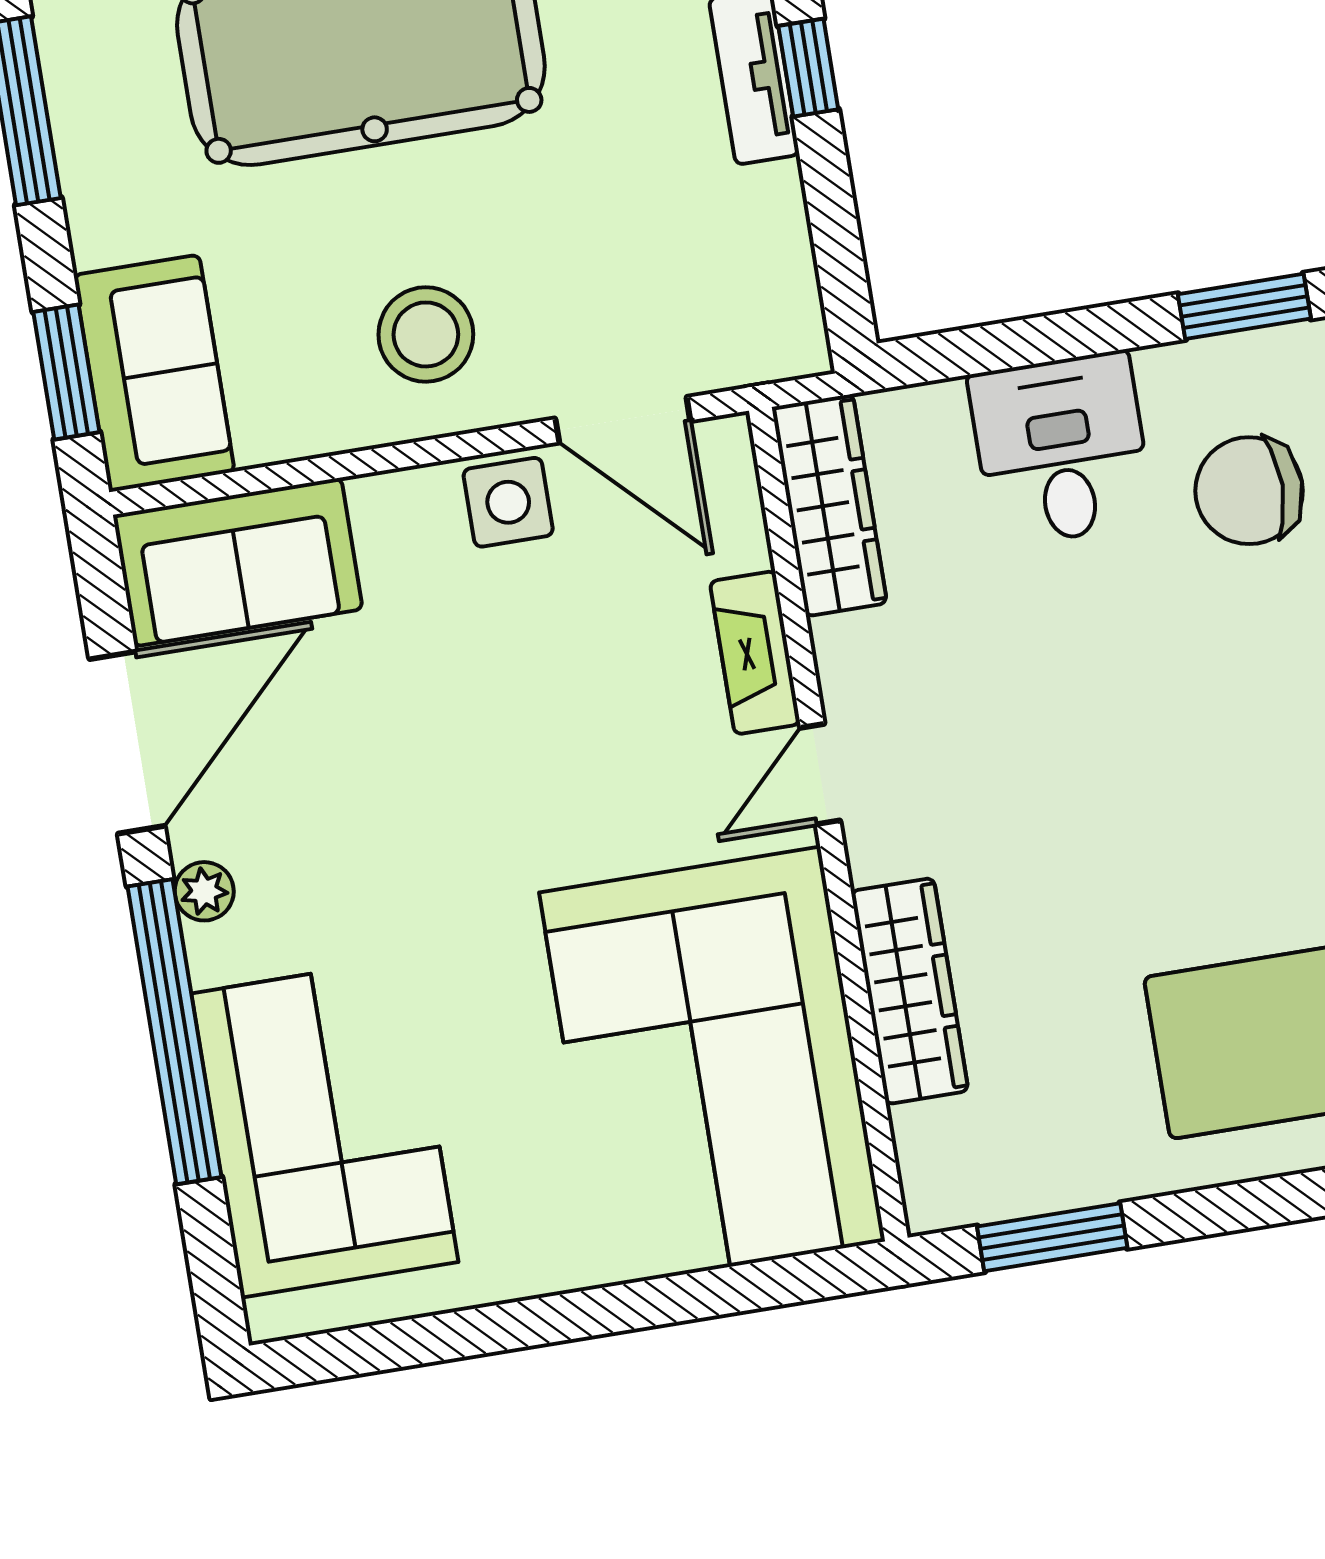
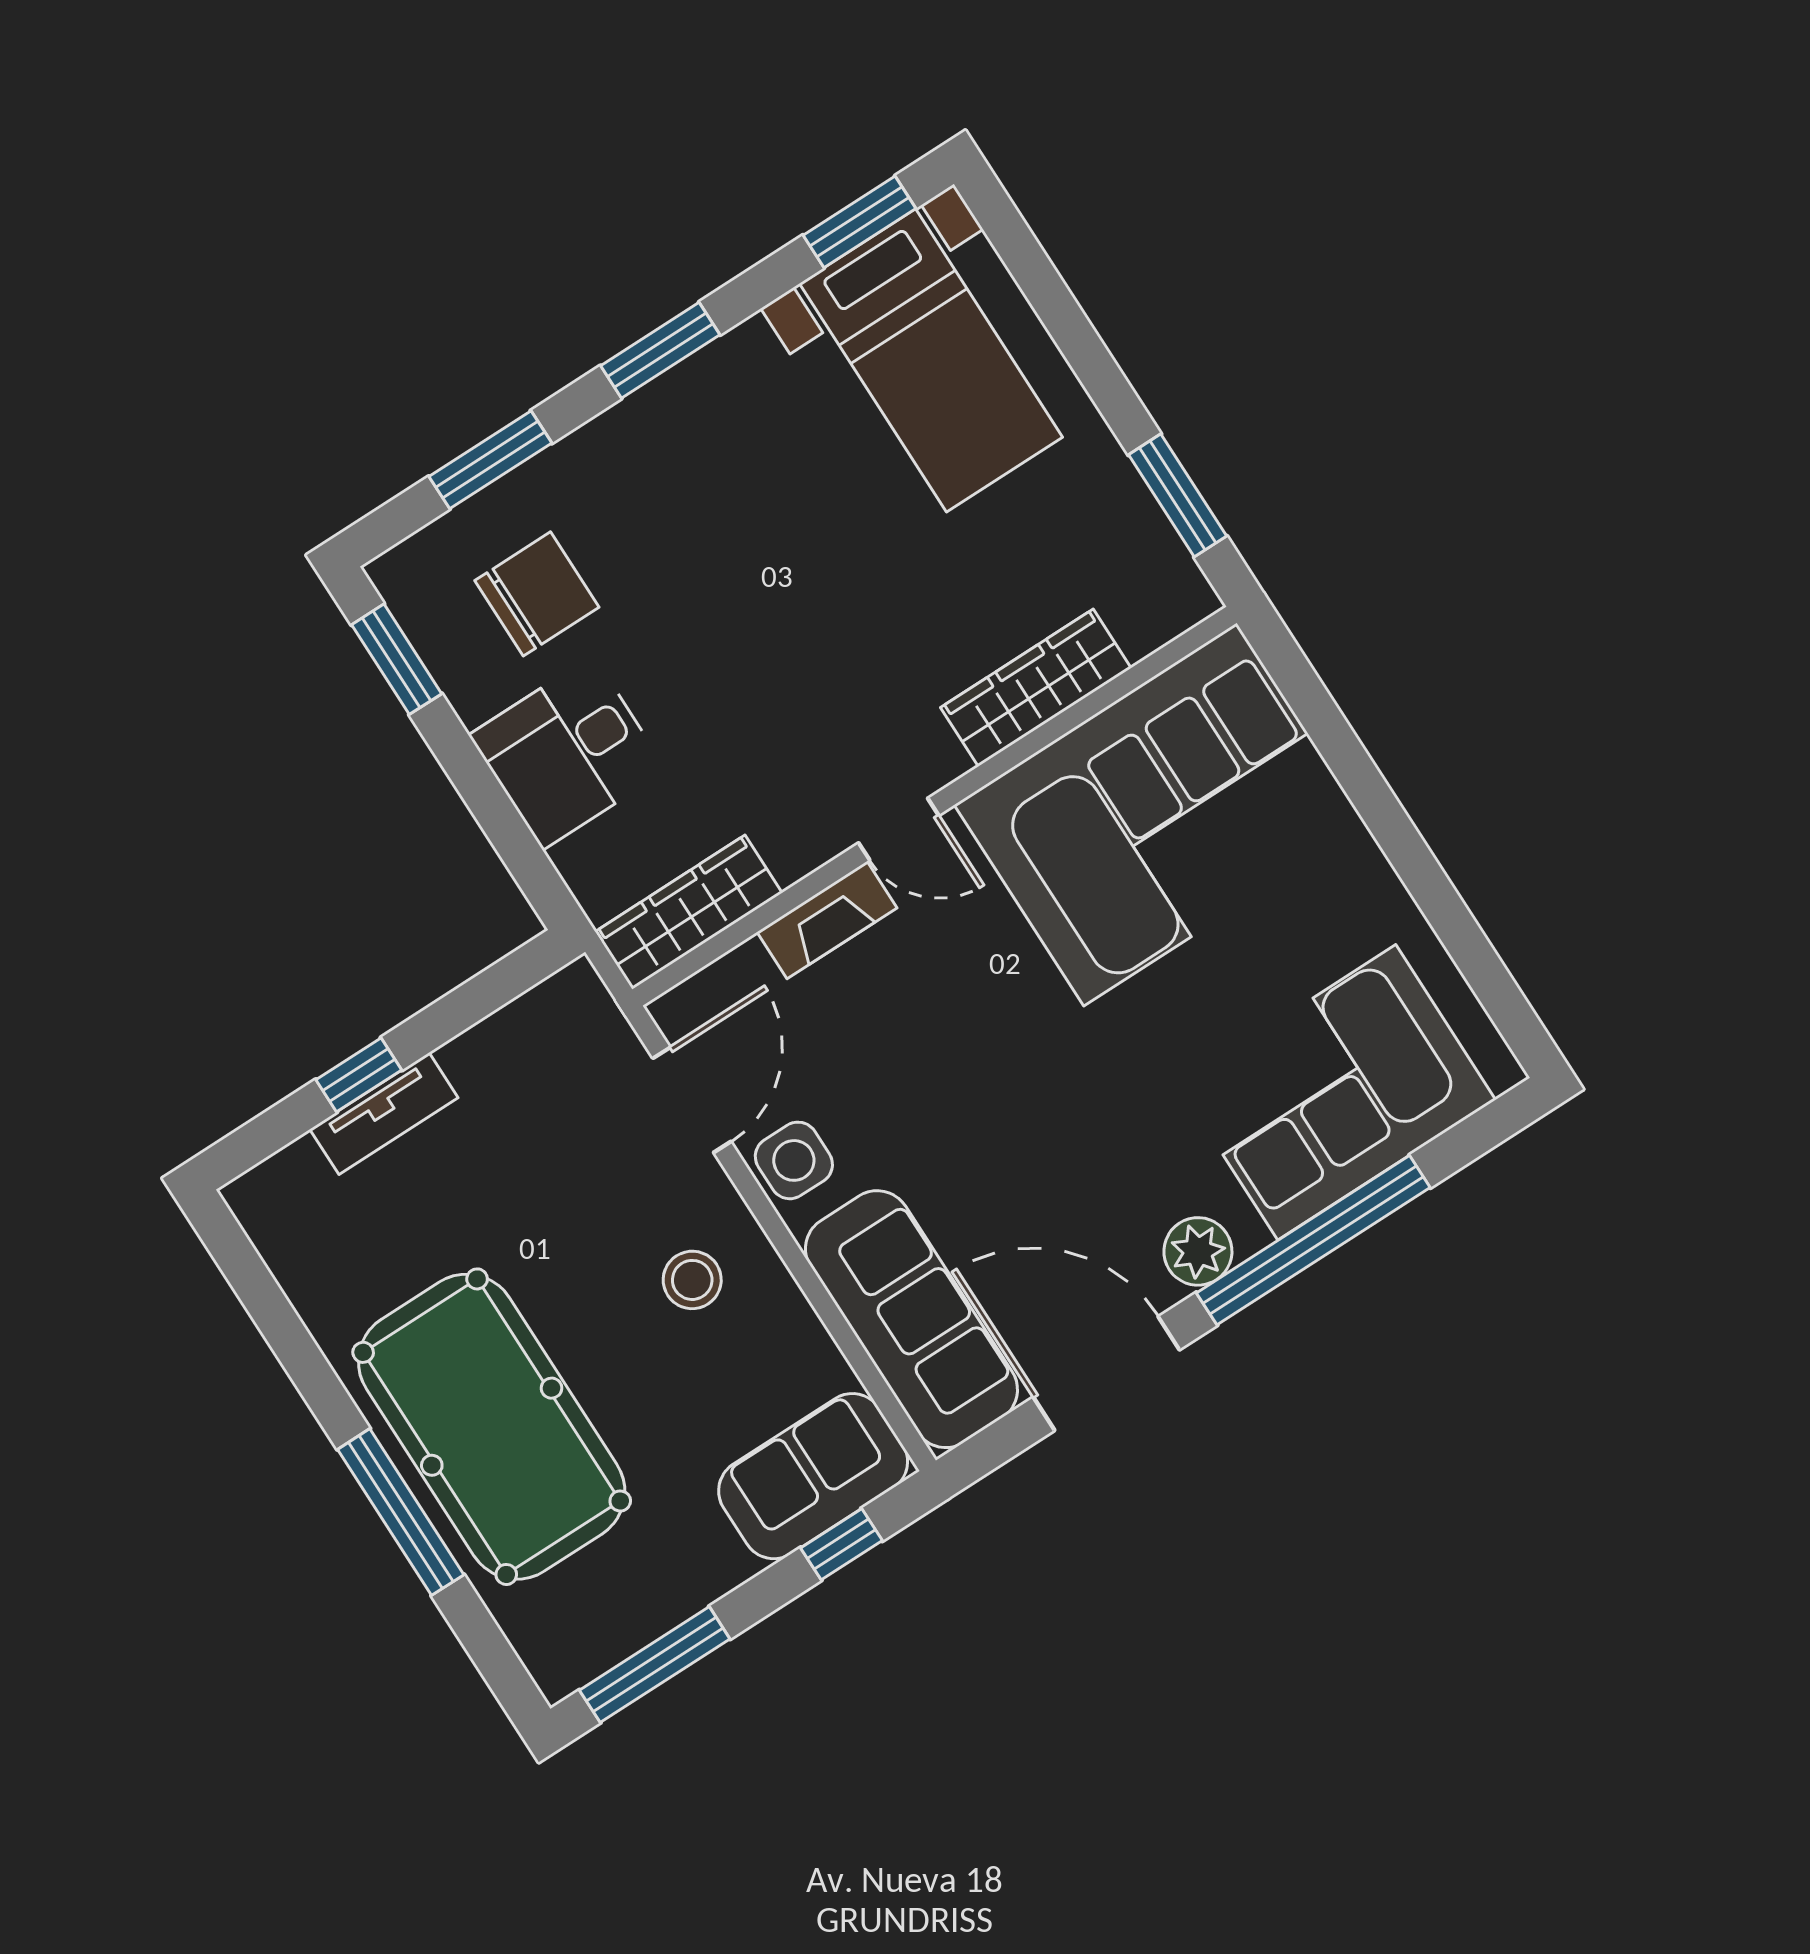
stool: (426, 334) -> (692, 1280), width x0.73, depth x0.73
window: (66, 372) -> (841, 1544), width x0.67
chair: (1249, 491) -> (537, 594), turned -90
sofa: (238, 562) -> (911, 1319), width x1.36
plant: (204, 891) -> (1198, 1251), width x1.38, depth x1.38

